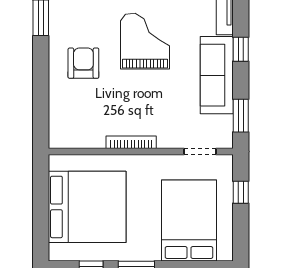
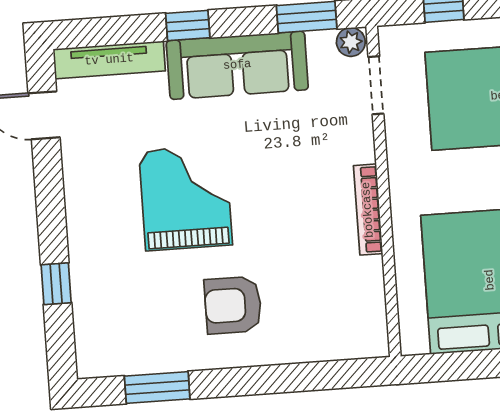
grand piano: (145, 41) -> (186, 198), turned 90
plant: (225, 139) -> (351, 42), added

